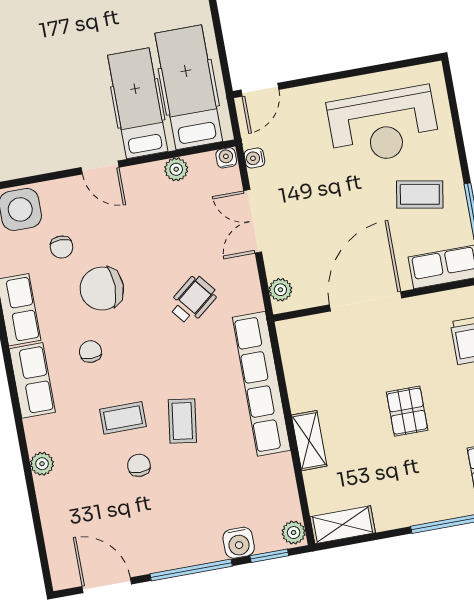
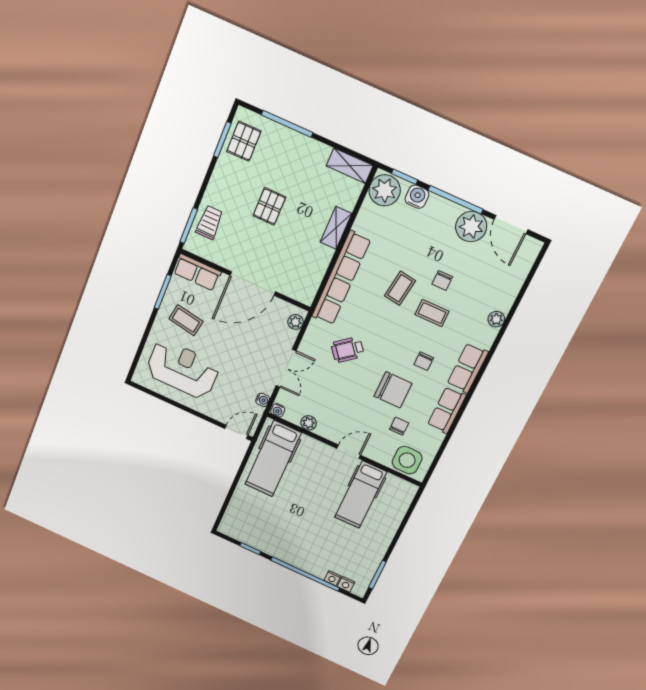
hospital bed: (138, 103) -> (361, 495), moved
door: (100, 167) -> (349, 452), hinge flipped
plant: (294, 533) -> (385, 190), width x1.87, depth x1.87
plant: (151, 552) -> (471, 227), added

